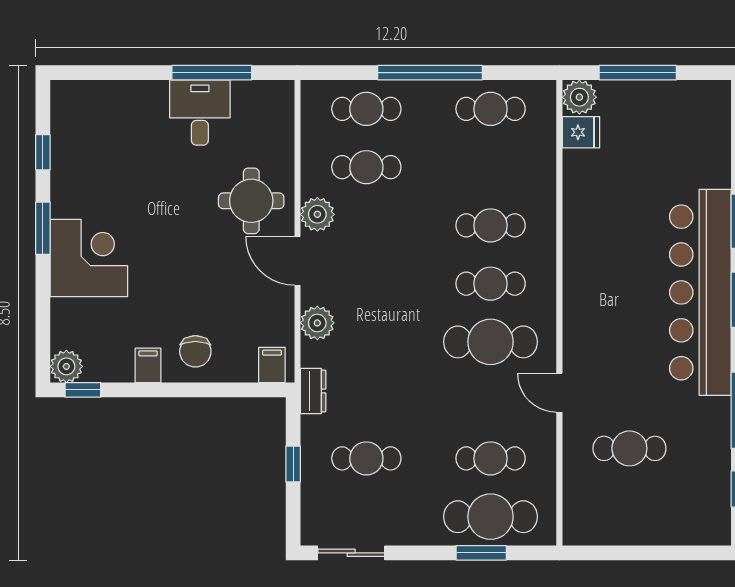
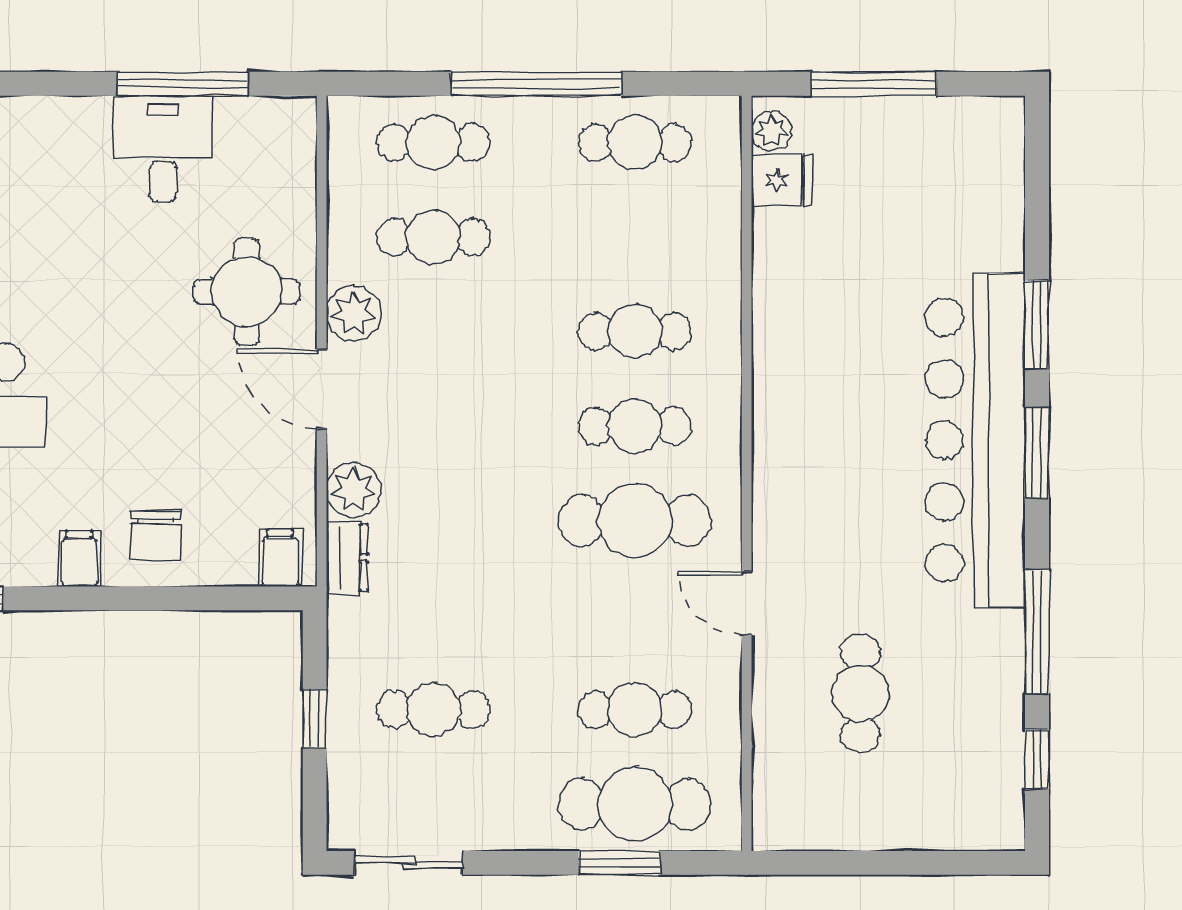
plant: (579, 97) -> (771, 131), width x0.73, depth x0.73
dresser: (313, 391) -> (347, 558), moved
cafe table: (629, 448) -> (860, 693), turned 90

